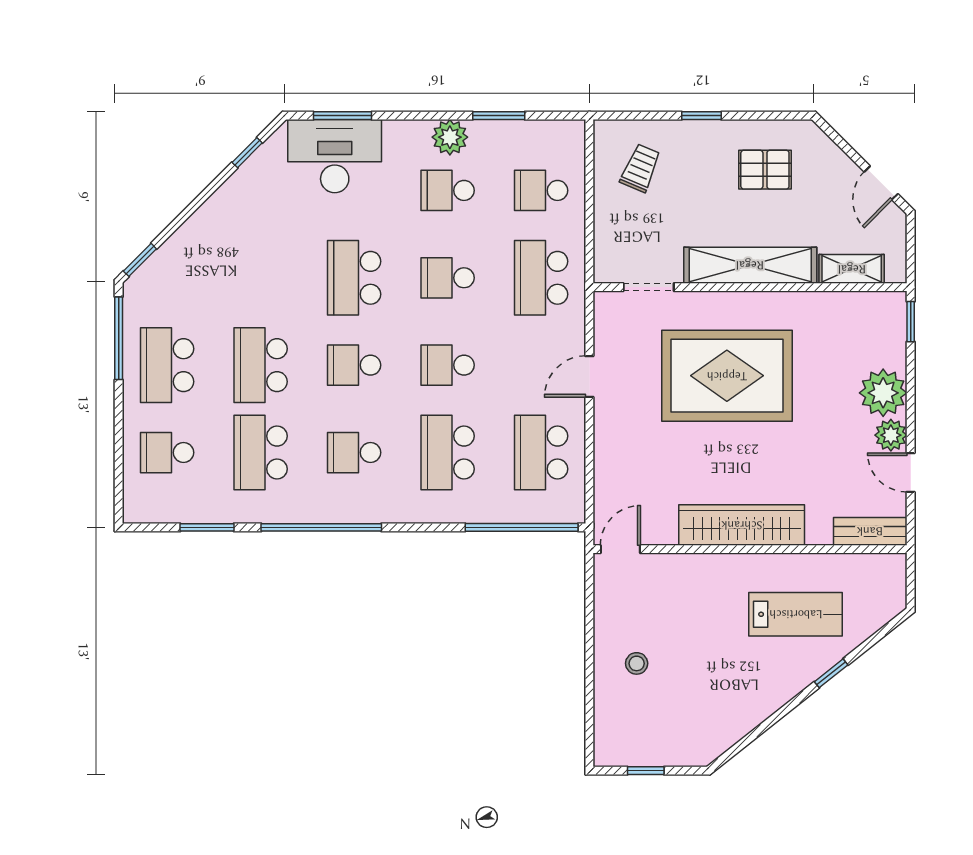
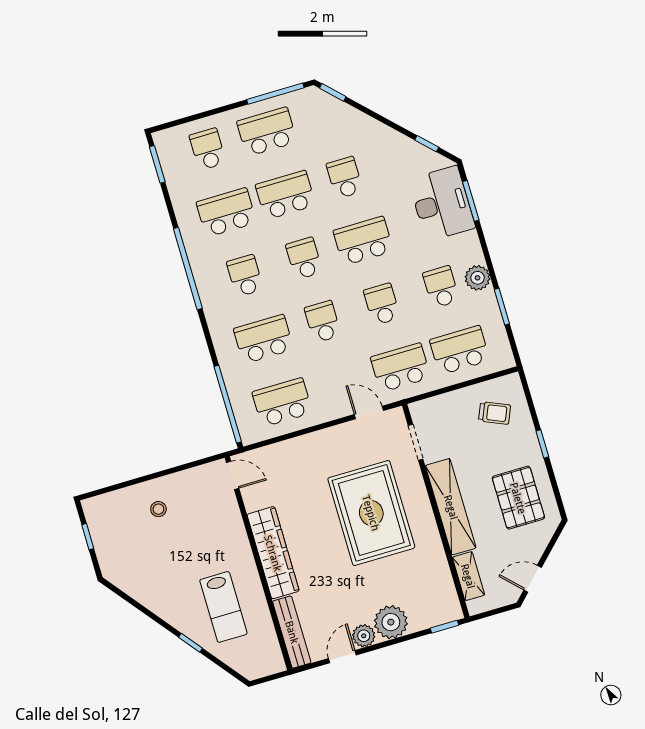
pallet: (765, 170) -> (518, 498), width x1.50, depth x1.42
school desk: (541, 190) -> (460, 350), width x1.85
school desk: (261, 278) -> (345, 178), added
door: (589, 377) -> (369, 413), moved
window: (207, 527) -> (157, 164), moved
bench: (870, 531) -> (292, 632), width x1.36

